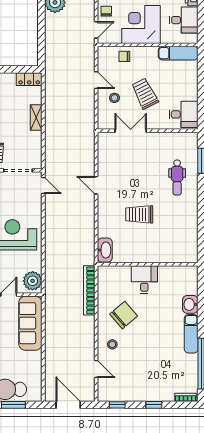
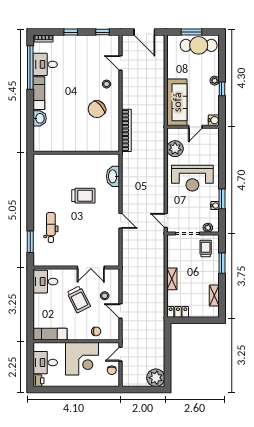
washbasin: (105, 250) -> (113, 176), moved
desk: (144, 280) -> (45, 64), moved, turned 90
plant: (33, 281) -> (175, 149), moved

